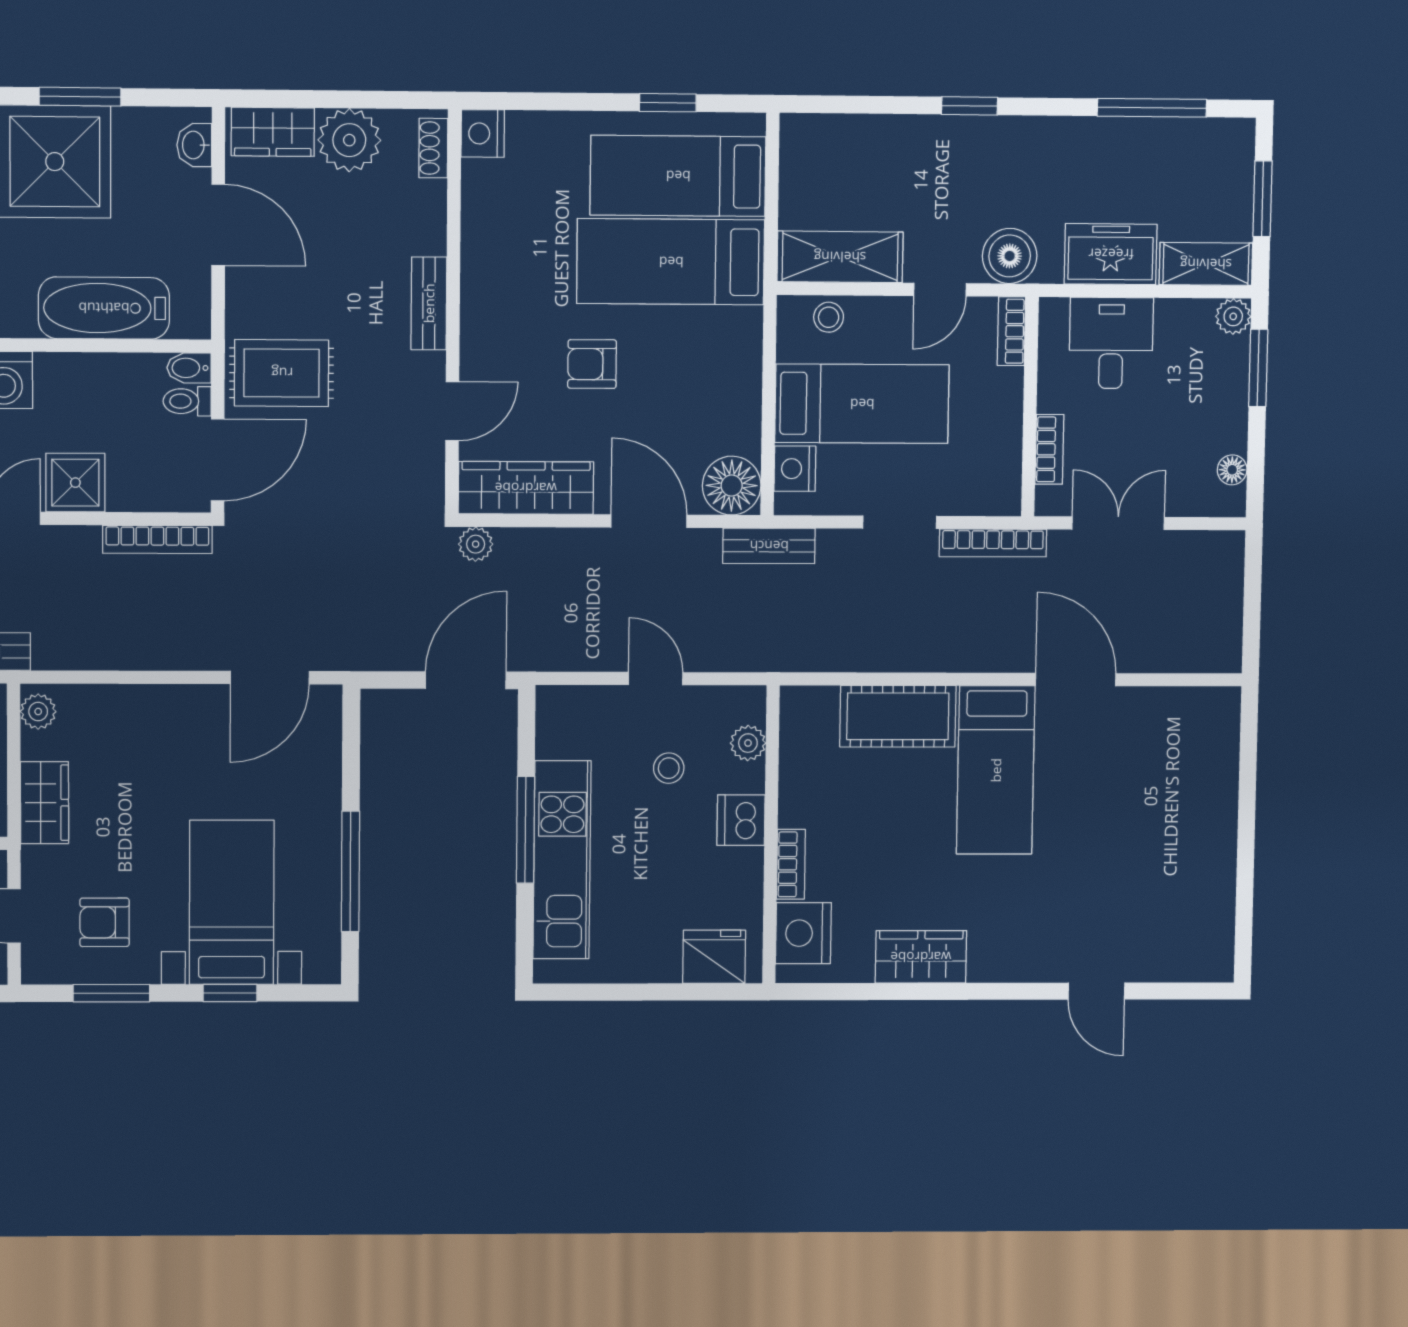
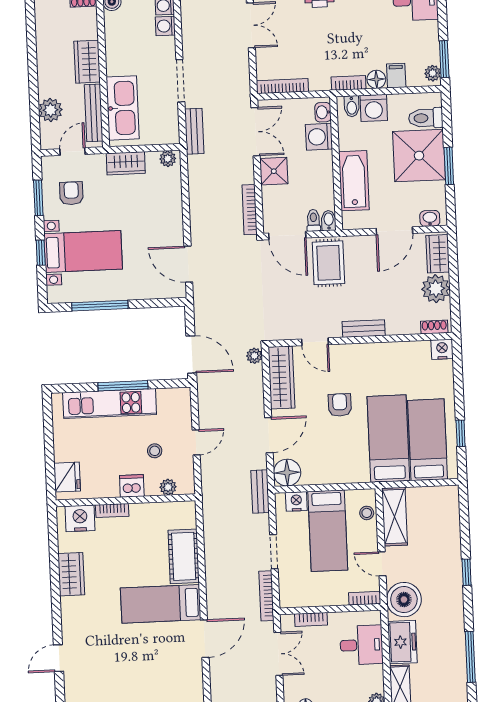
boiler: (1010, 256) -> (404, 600), width x1.37, depth x1.37

